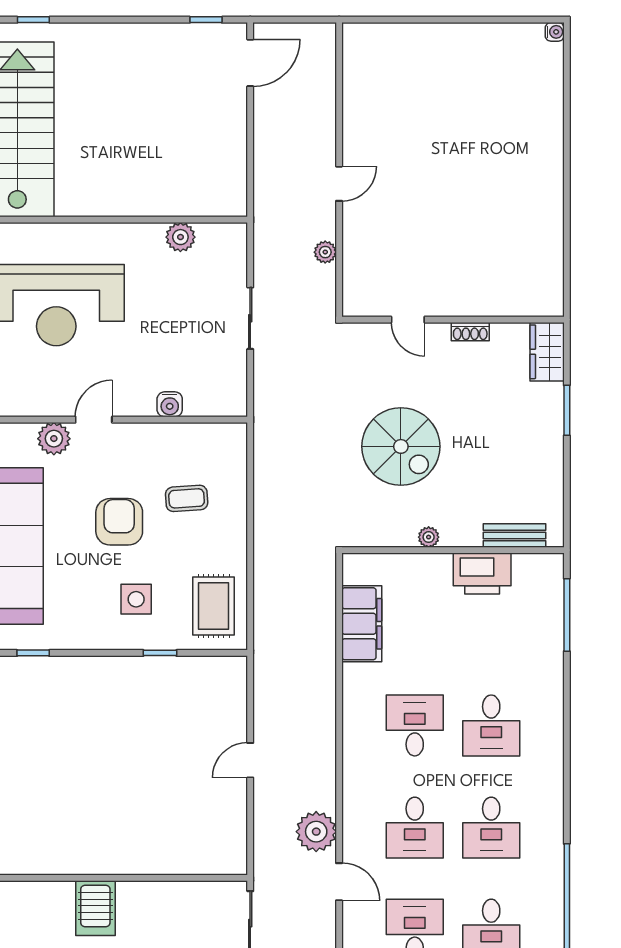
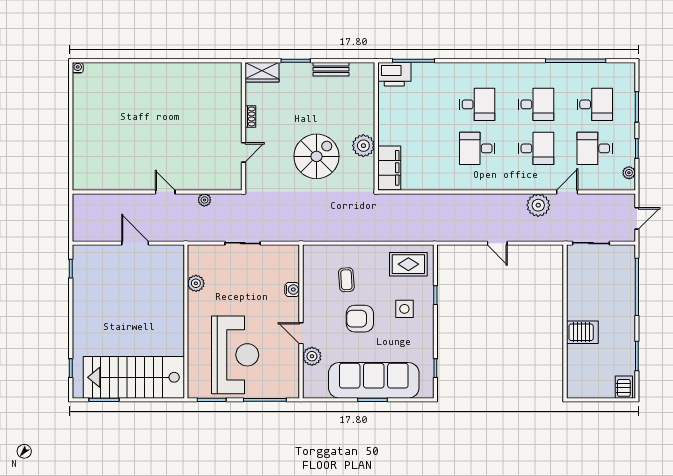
door: (250, 63) -> (135, 243), moved
bench: (514, 536) -> (331, 69), moved, turned 90
plant: (429, 537) -> (363, 146), width x1.88, depth x1.88
printer: (482, 574) -> (394, 74), moved, turned 90
filing cabinet: (362, 624) -> (389, 168), moved, turned 90

